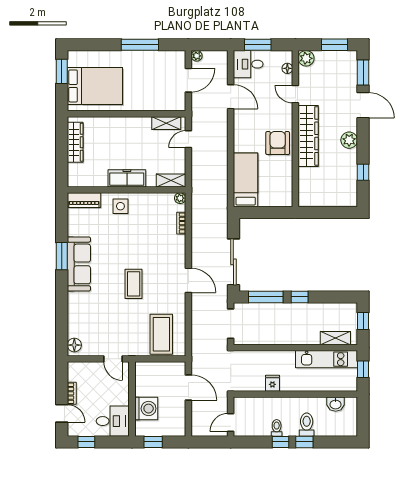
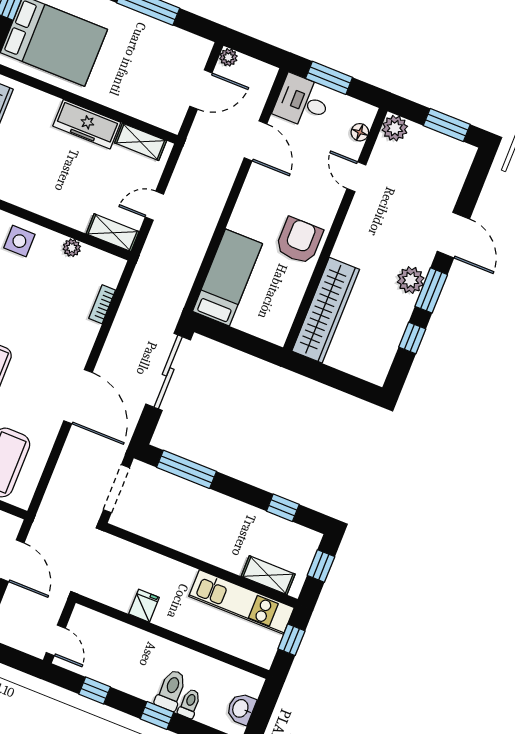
window: (363, 73) -> (431, 290), moved
wardrobe: (308, 136) -> (326, 310), moved
door: (188, 139) -> (154, 206), moved
freezer: (127, 178) -> (87, 124), moved, turned 180
plant: (180, 198) -> (72, 248), moved
sliding door: (233, 262) -> (168, 372), moved
door: (188, 280) -> (78, 397), width x1.36
window: (300, 297) -> (283, 508), moved
washbasin: (336, 404) -> (241, 709), moved, turned 90
door: (231, 422) -> (56, 640), swing flipped
toilet: (277, 428) -> (189, 704), moved
window: (280, 442) -> (95, 691), moved

